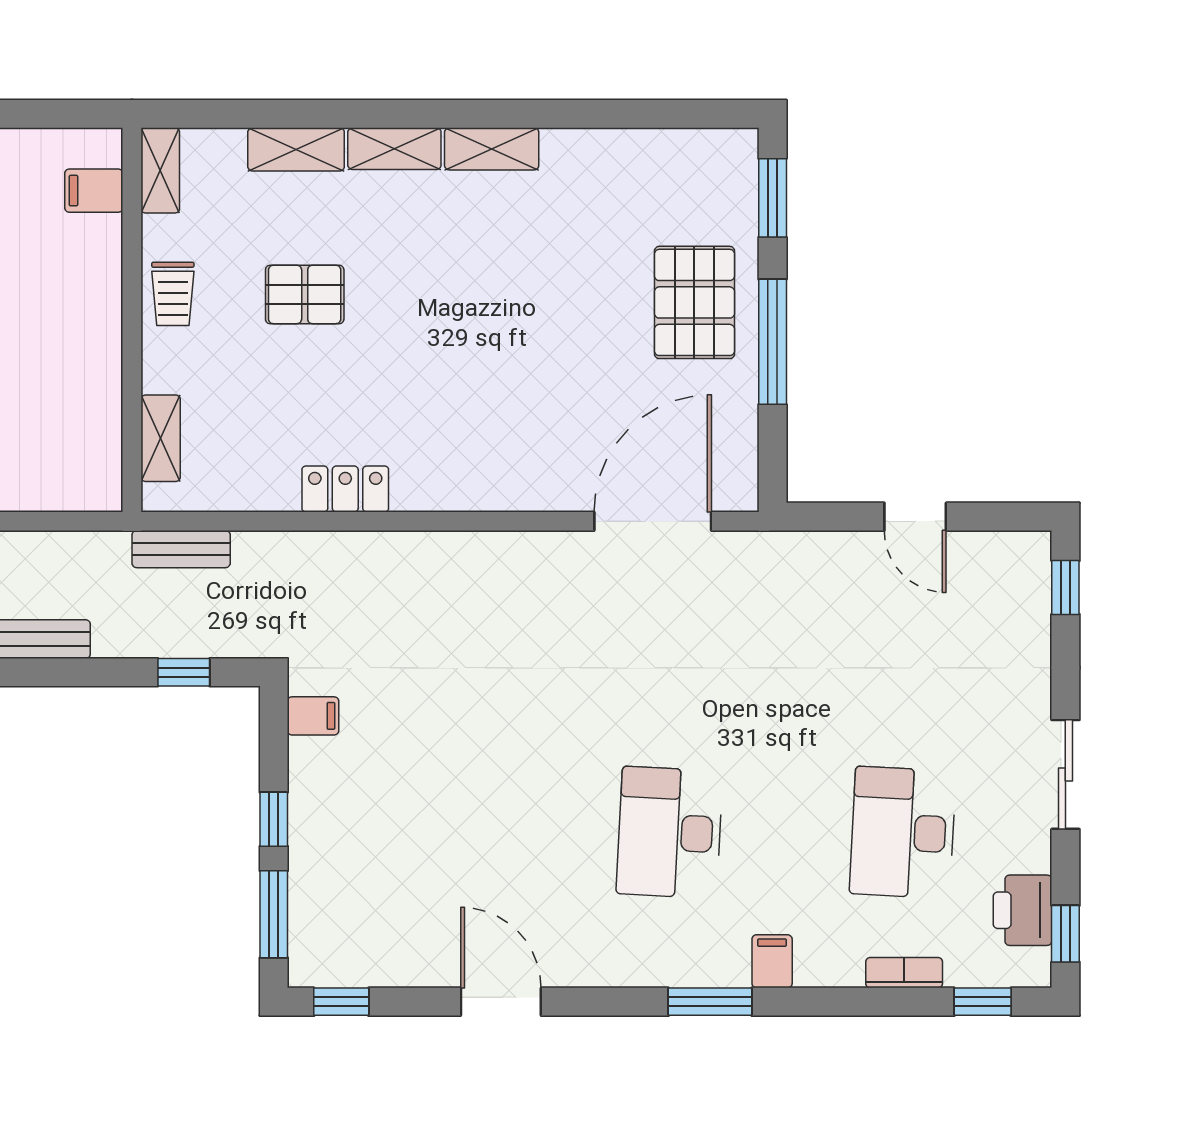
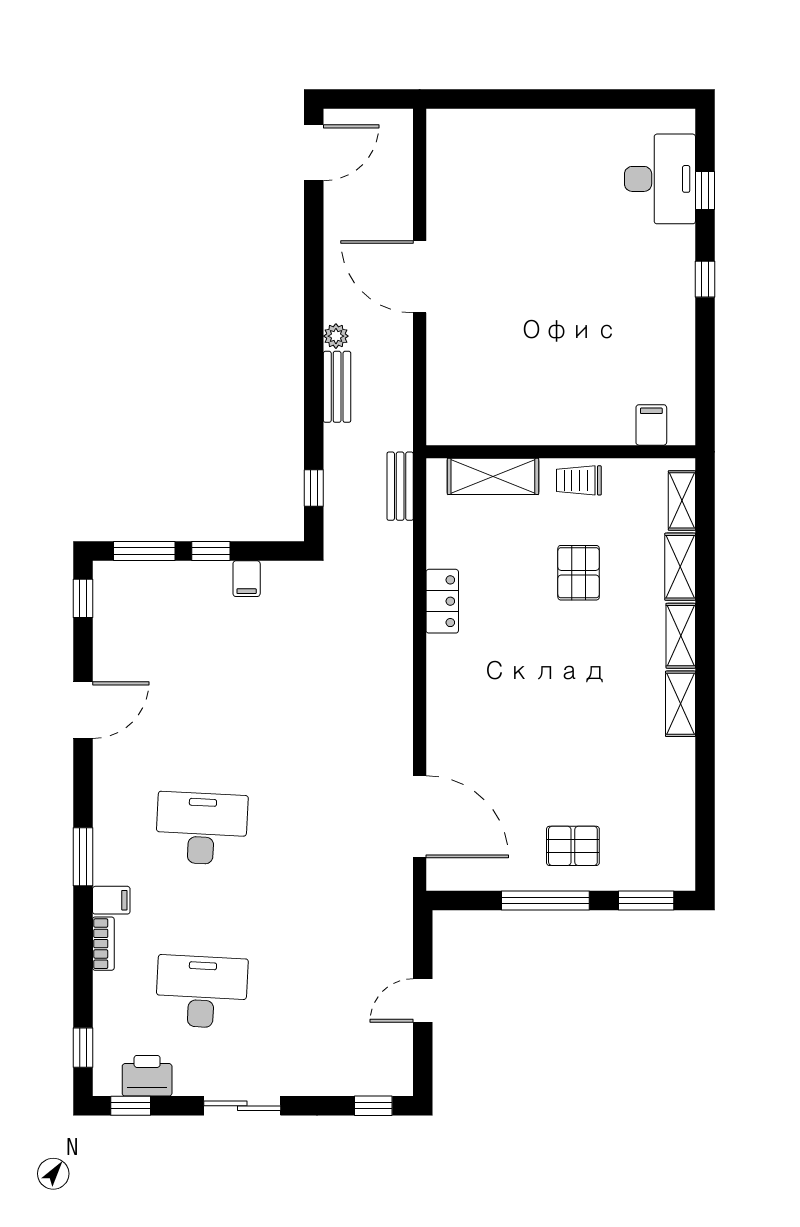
shelving: (160, 170) -> (682, 500), moved, turned 90
pallet: (694, 302) -> (573, 846), width x0.67, depth x0.71
shelving: (161, 438) -> (493, 476), width x1.50, depth x1.33
filing cabinet: (313, 716) -> (247, 579), moved
bookcase: (904, 973) -> (103, 944), moved

